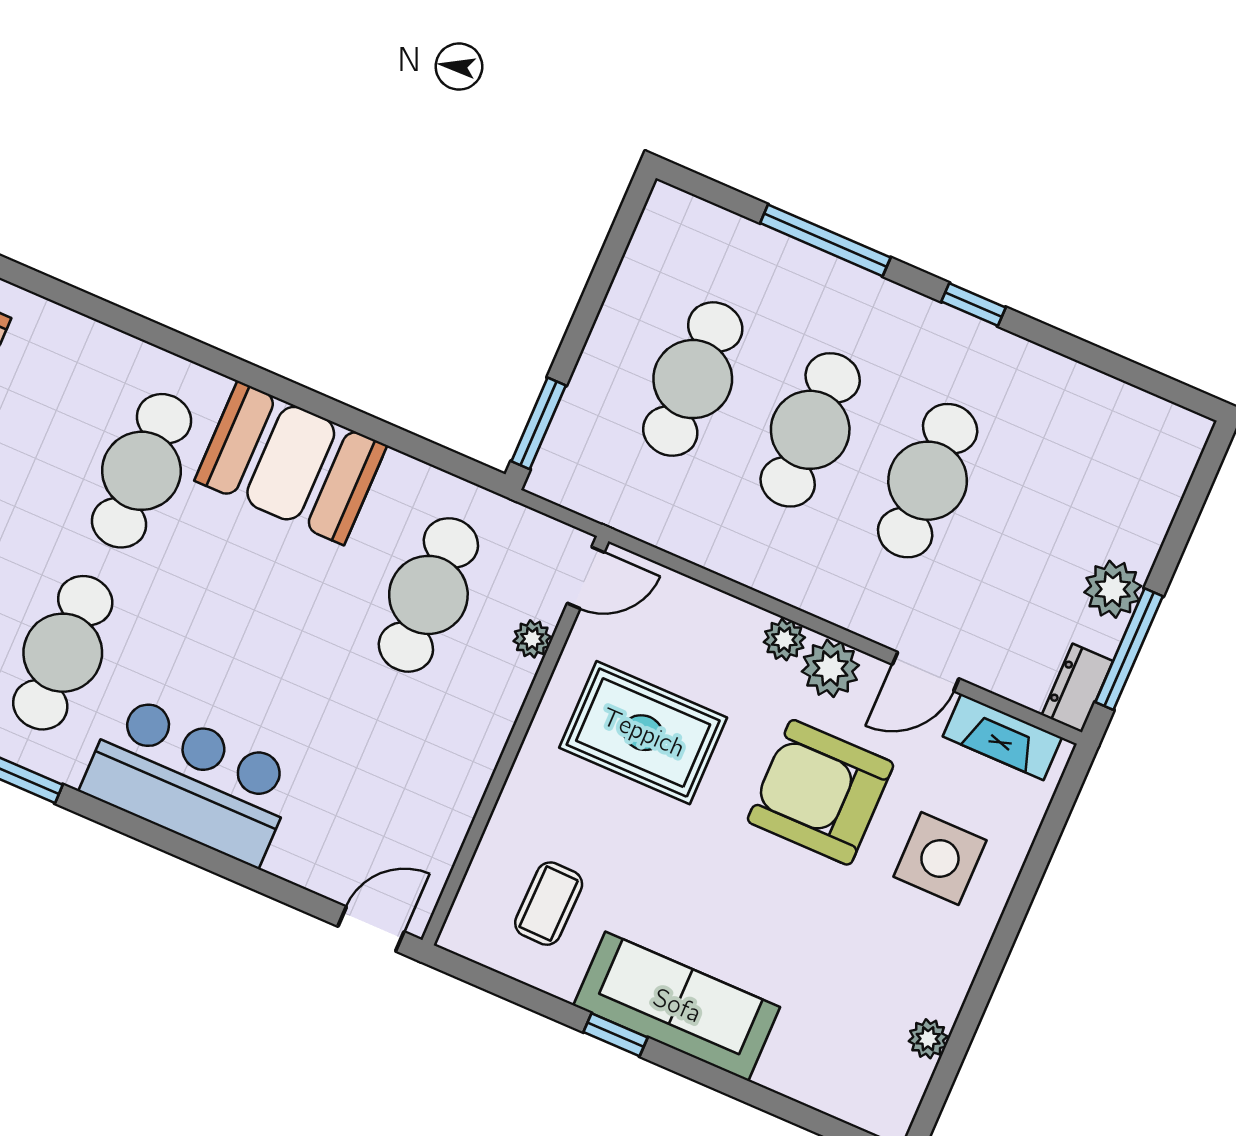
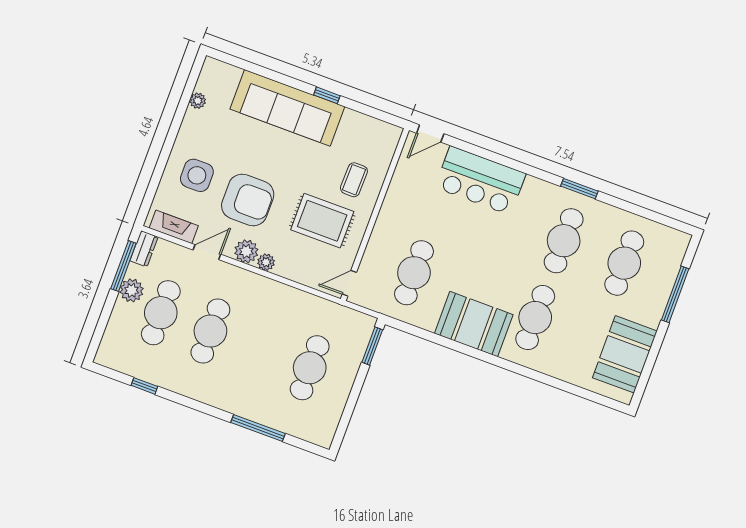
window: (974, 304) -> (144, 386), moved
cafe table: (810, 430) -> (161, 313), moved
plant: (532, 639) -> (370, 257), removed
bar counter: (190, 780) -> (480, 181), moved
coffee table: (549, 904) -> (354, 180), moved
sofa: (677, 1006) -> (287, 108), width x1.36, depth x1.27

